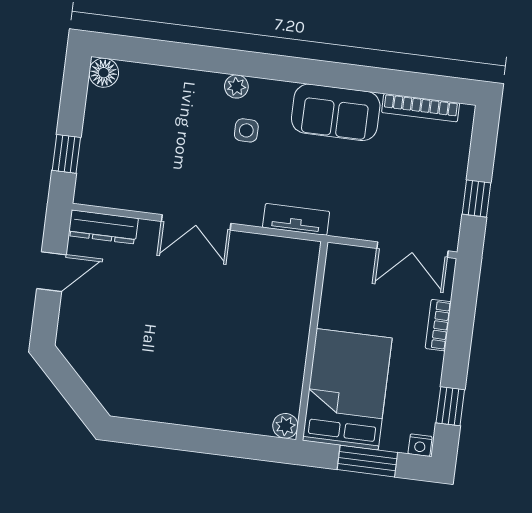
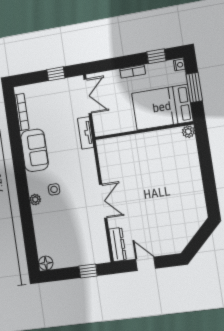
tv unit: (296, 219) -> (86, 133), moved
bookcase: (438, 325) -> (133, 71), moved

